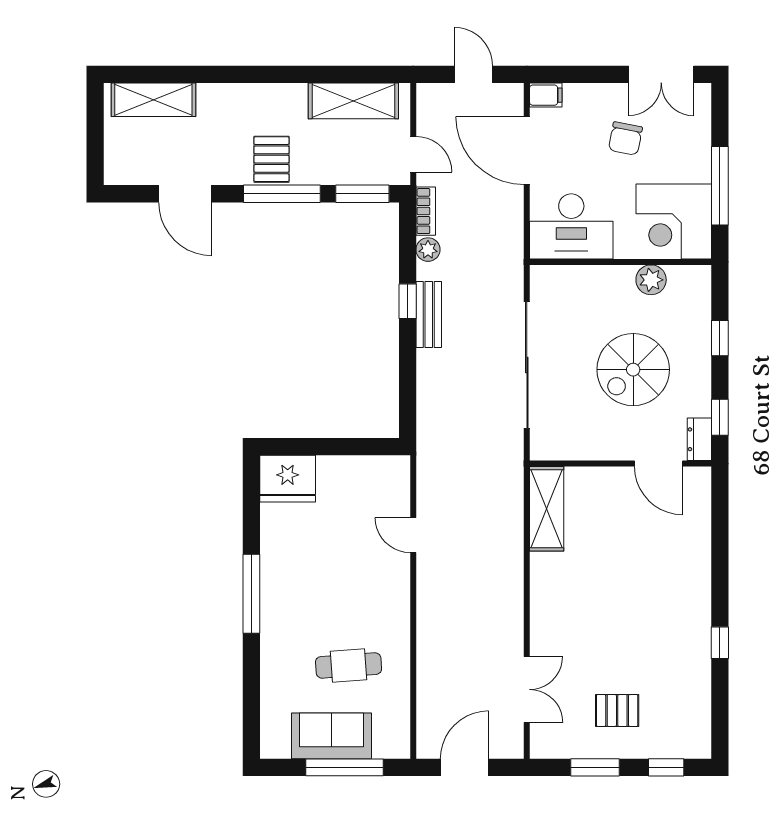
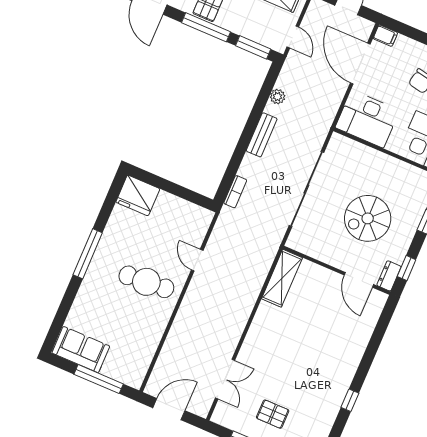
bookcase: (426, 211) -> (235, 192), moved
plant: (651, 280) -> (401, 170), removed
window: (408, 301) -> (253, 122), removed
cafe table: (349, 665) -> (146, 282), moved, width x1.37, depth x1.35
sofa: (331, 736) -> (81, 350), moved

